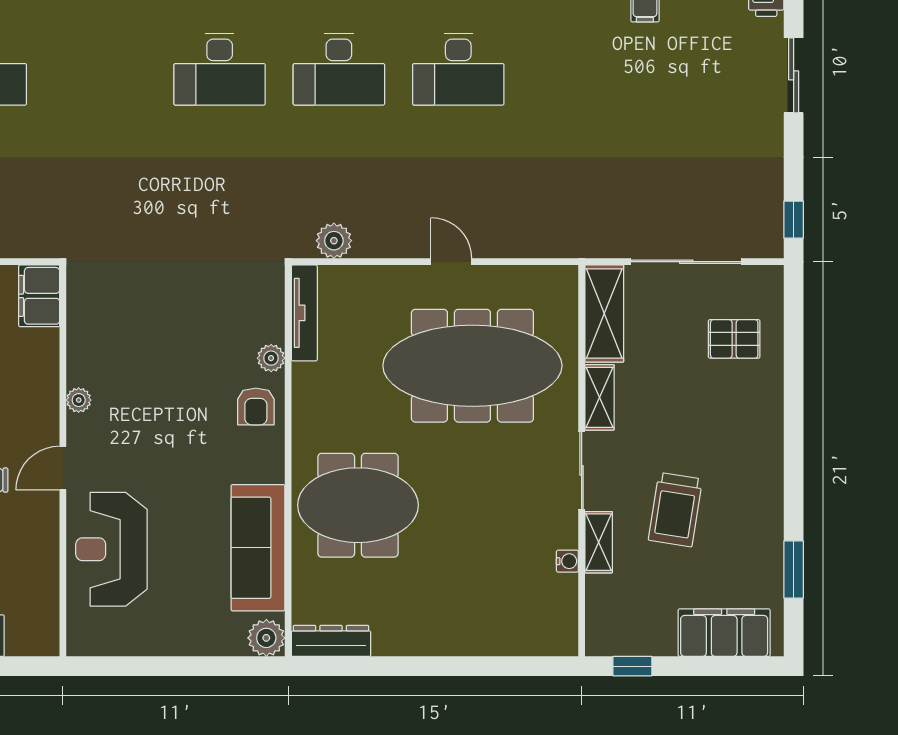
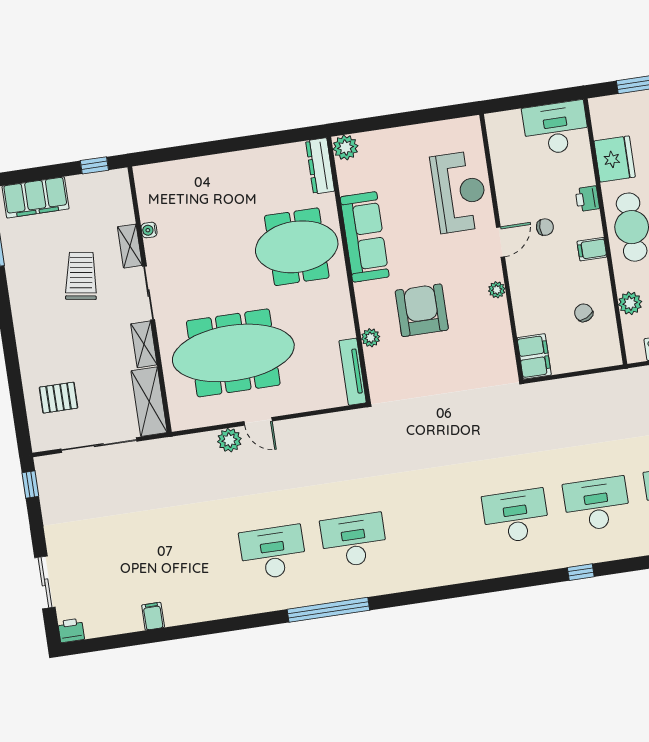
desk: (220, 69) -> (516, 516), moved
plant: (334, 241) -> (229, 440), moved
armchair: (256, 406) -> (422, 310), moved, width x1.88, depth x1.88
sofa: (258, 548) -> (365, 237), moved
dresser: (331, 641) -> (320, 166), moved, turned 90

